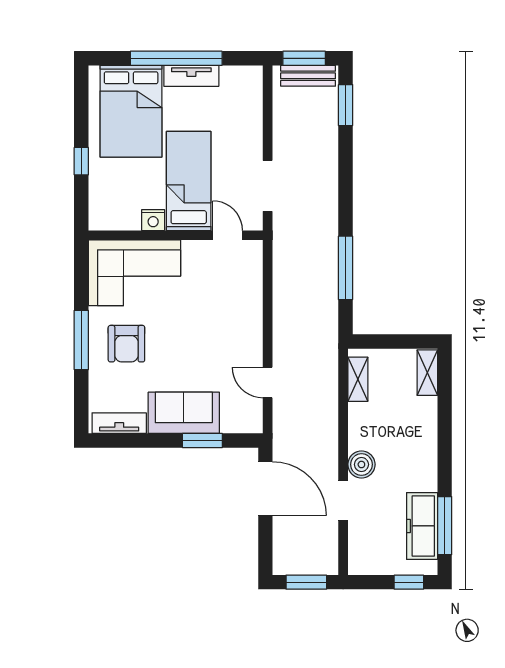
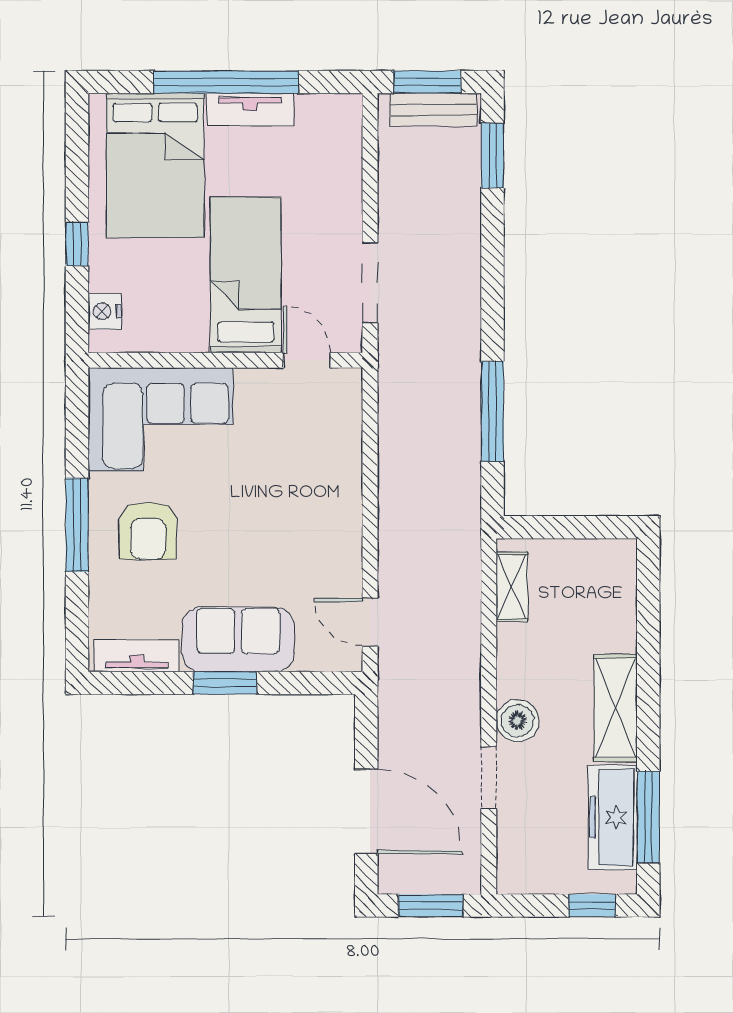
nightstand: (153, 220) -> (105, 311), moved, turned 90
shelving: (427, 373) -> (616, 708), moved, width x1.50, depth x1.33
door: (268, 382) -> (370, 622), moved
window: (202, 441) -> (225, 683), moved
door: (265, 489) -> (366, 811), moved

